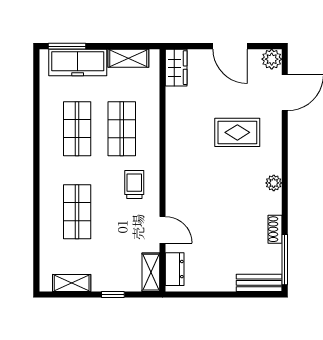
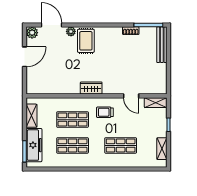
wardrobe: (176, 68) -> (91, 88), moved
rug: (237, 132) -> (86, 41), moved
plant: (274, 183) -> (71, 31), moved
door: (162, 230) -> (131, 96), swing flipped
dresser: (175, 269) -> (154, 89), removed
bench: (259, 283) -> (162, 45), width x1.36

